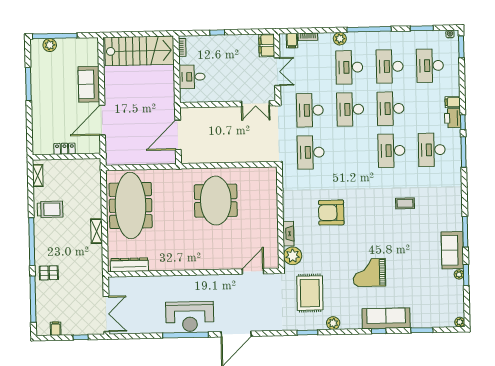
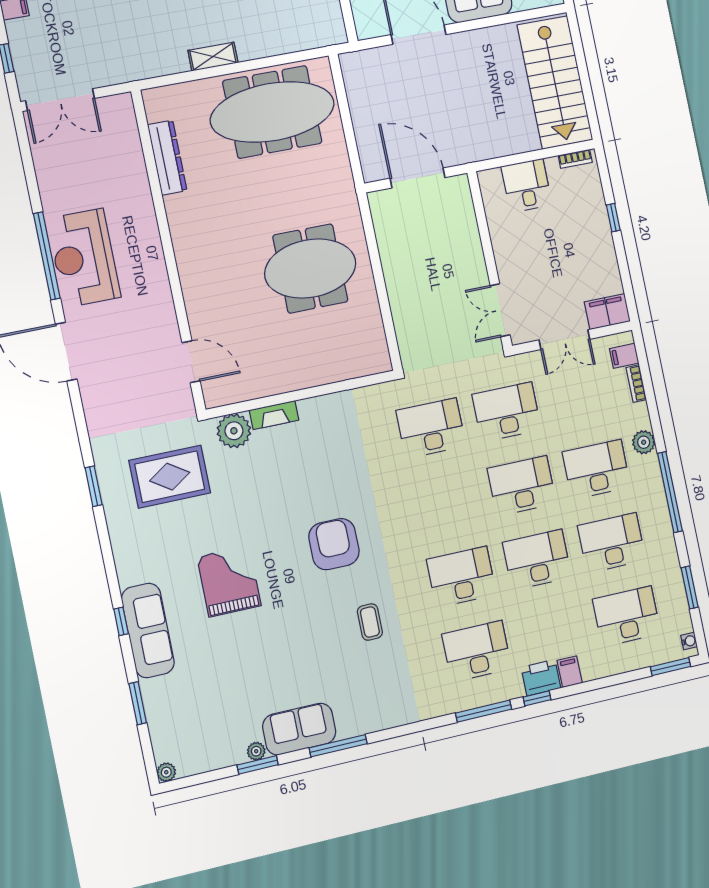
armchair: (331, 213) -> (334, 544), moved
dresser: (129, 265) -> (167, 158), moved
plant: (333, 323) -> (120, 532), removed

